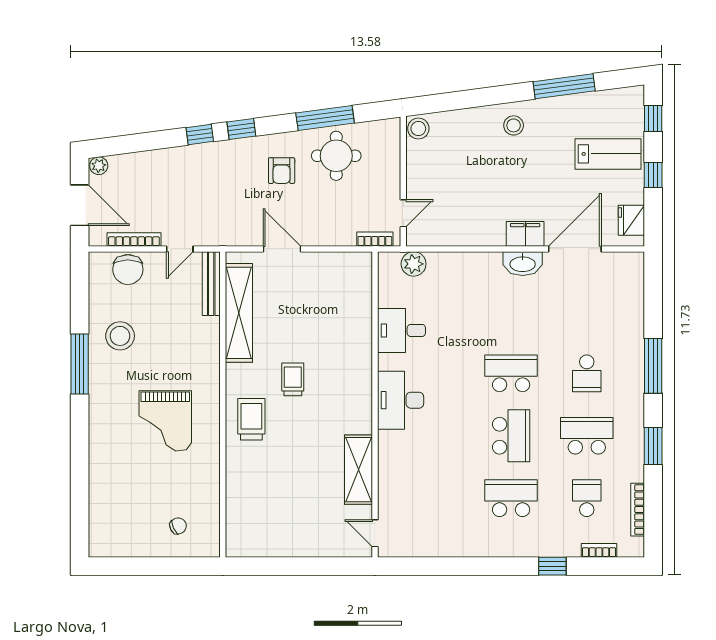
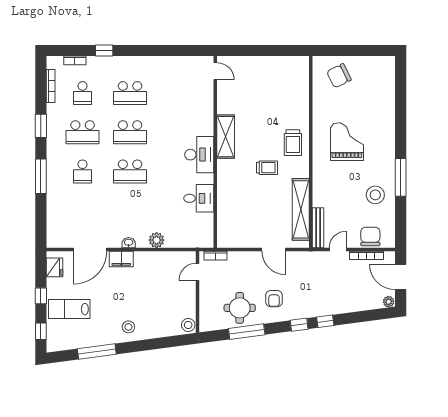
armchair: (282, 171) -> (274, 299), turned 180
plant: (414, 264) -> (157, 240), moved
washbasin: (523, 264) -> (129, 243), width x0.52, depth x0.69
school desk: (587, 373) -> (83, 171), turned 180
trolley: (293, 379) -> (267, 168), turned -90
school desk: (511, 436) -> (130, 132), turned -90
shelving: (359, 470) -> (226, 137), moved
chair: (178, 526) -> (339, 76), width x1.87, depth x1.87

